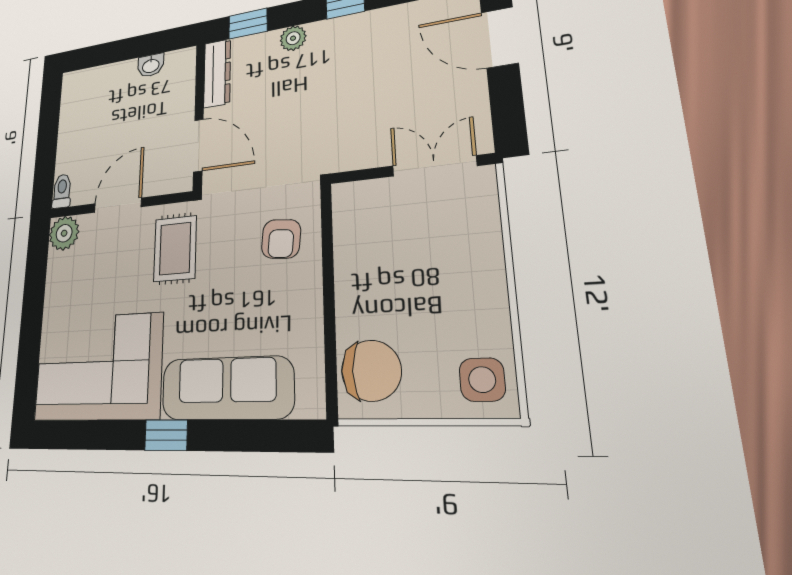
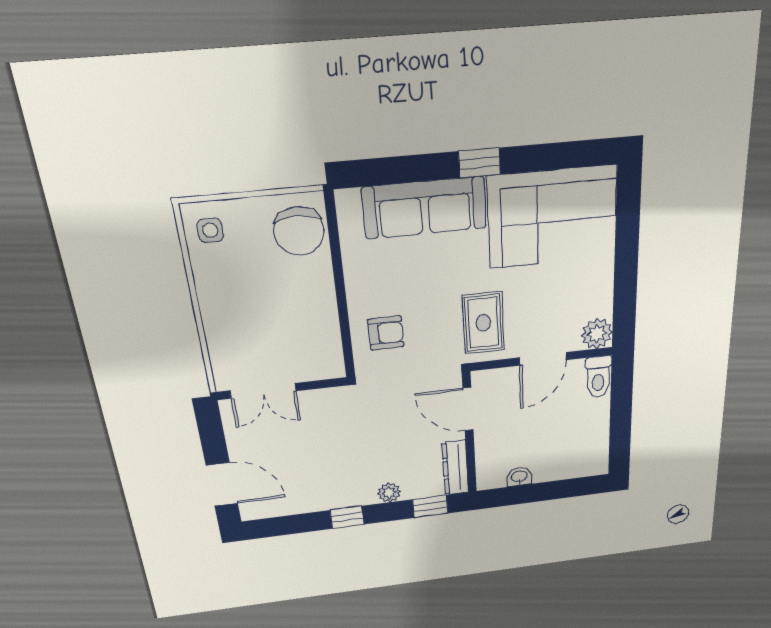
toilet: (62, 191) -> (598, 377), width x1.37, depth x1.39
armchair: (281, 239) -> (386, 333), turned 85
chair: (371, 371) -> (299, 231), turned -90
side table: (482, 380) -> (210, 230), width x0.73, depth x0.73

